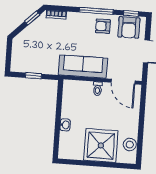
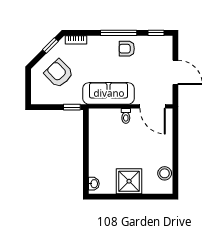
armchair: (129, 27) -> (59, 73), moved, turned 136
window: (33, 76) -> (72, 107), moved
washbasin: (65, 125) -> (94, 184), moved
shower: (101, 145) -> (129, 181), width x0.73, depth x0.73

